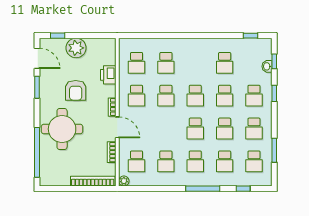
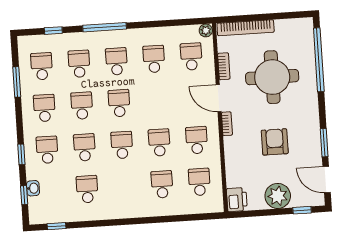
printer: (108, 75) -> (237, 200), moved
round table: (62, 129) -> (272, 77), moved

